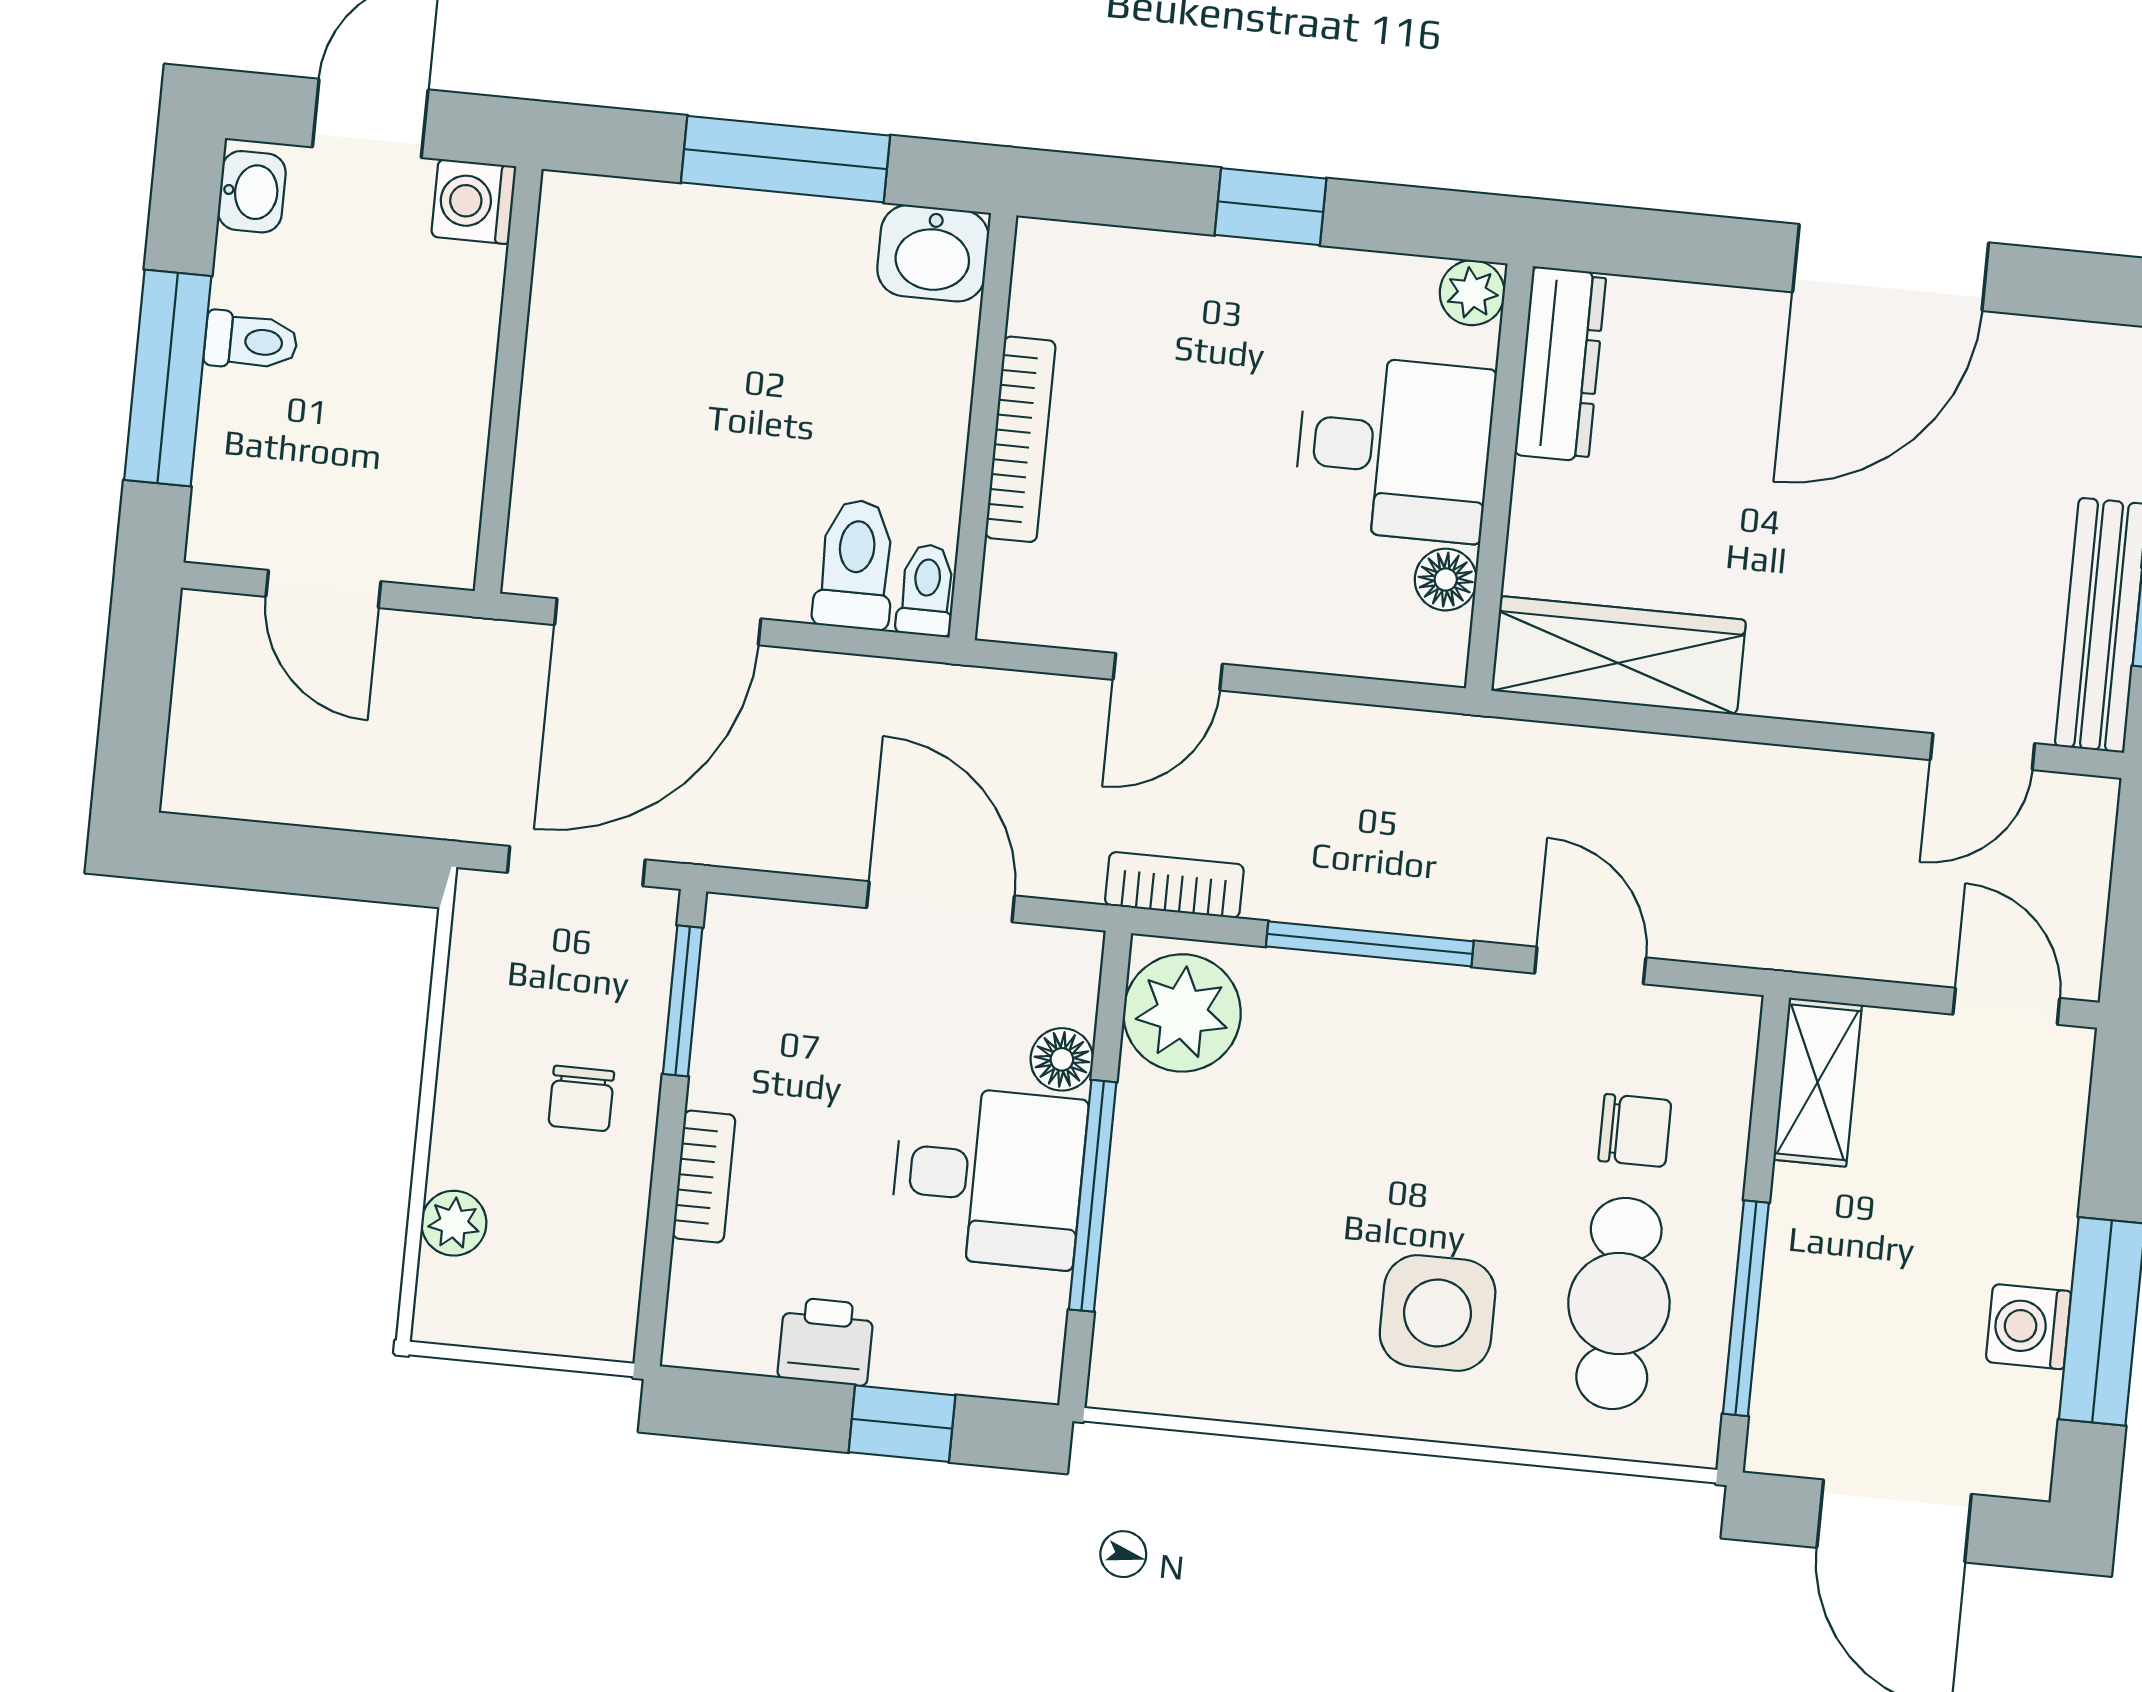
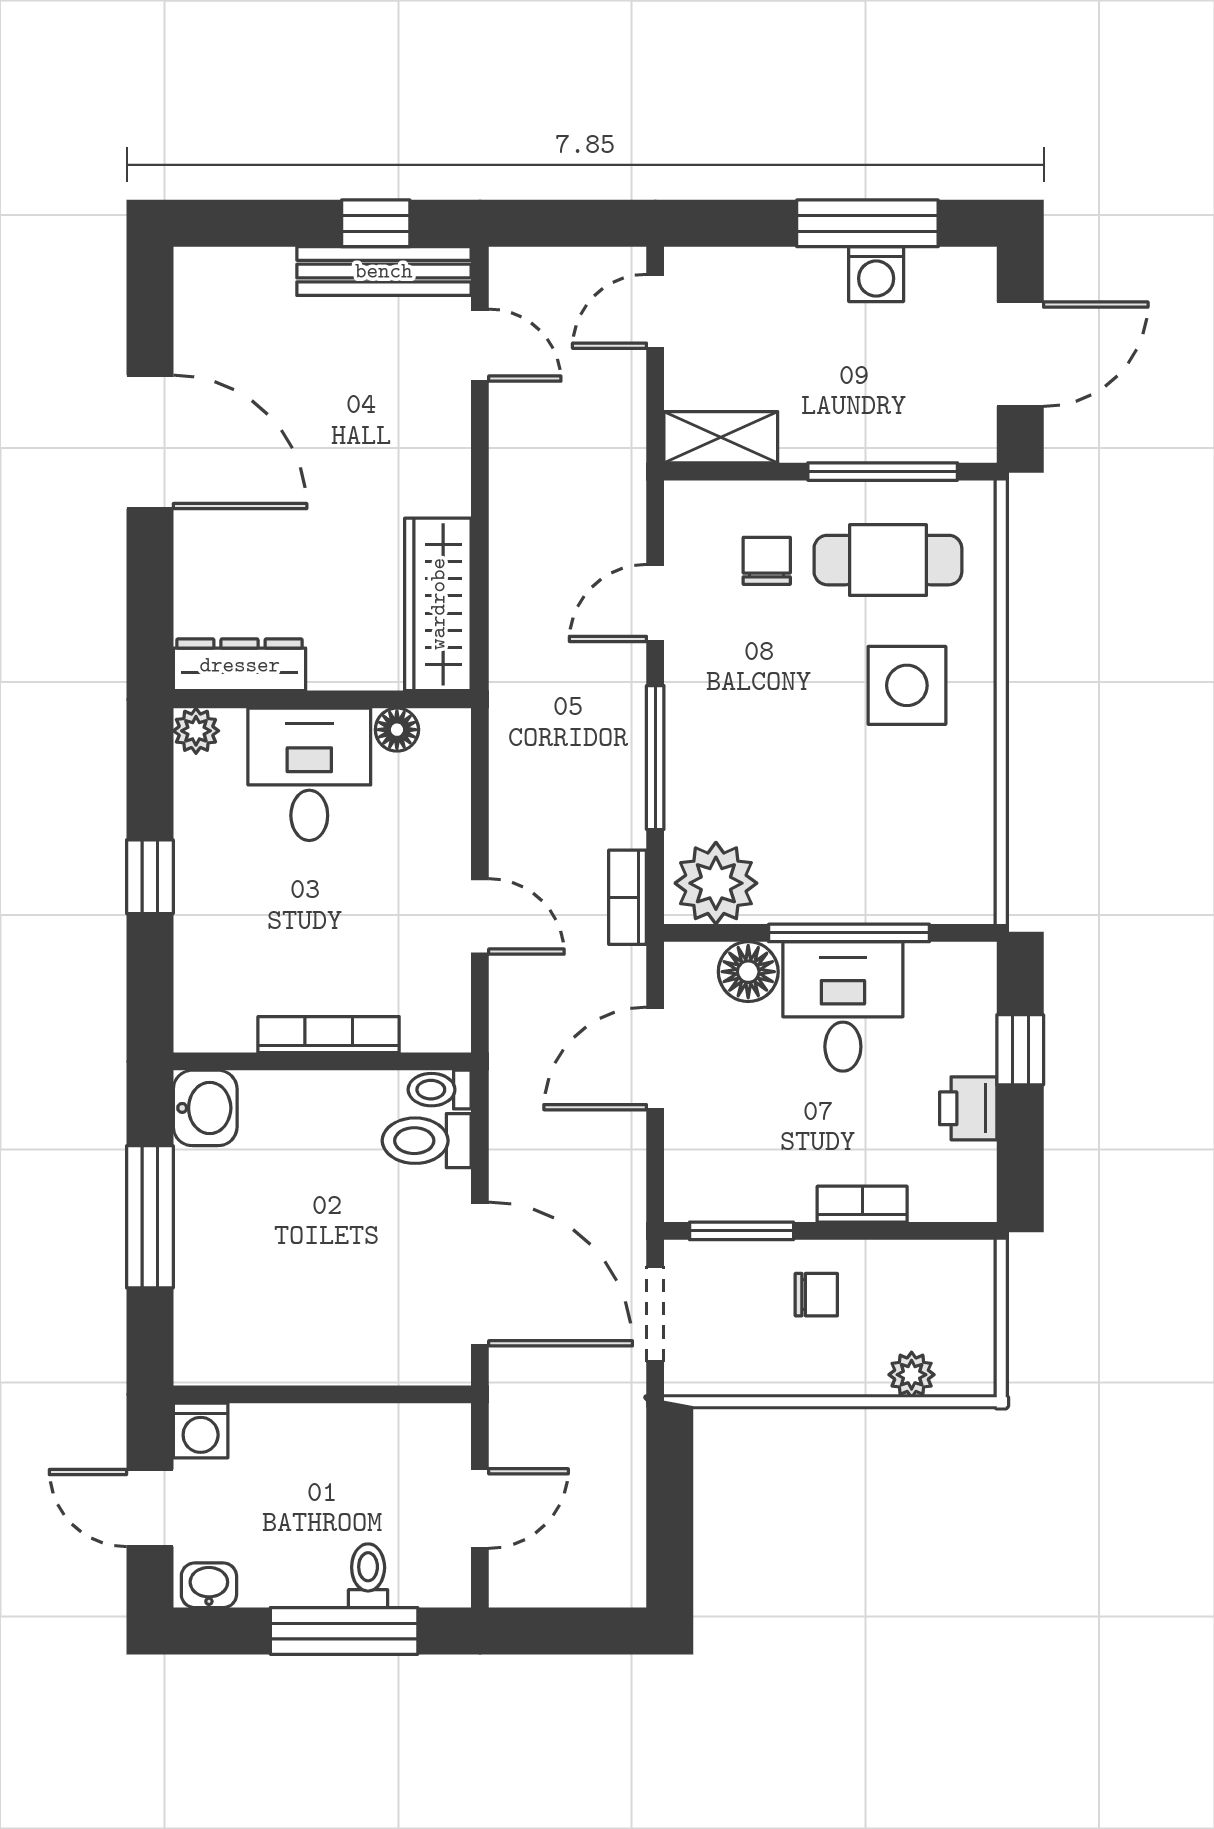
toilet: (251, 341) -> (368, 1576), moved
floor lamp: (1062, 1059) -> (748, 972), width x1.37, depth x1.37

